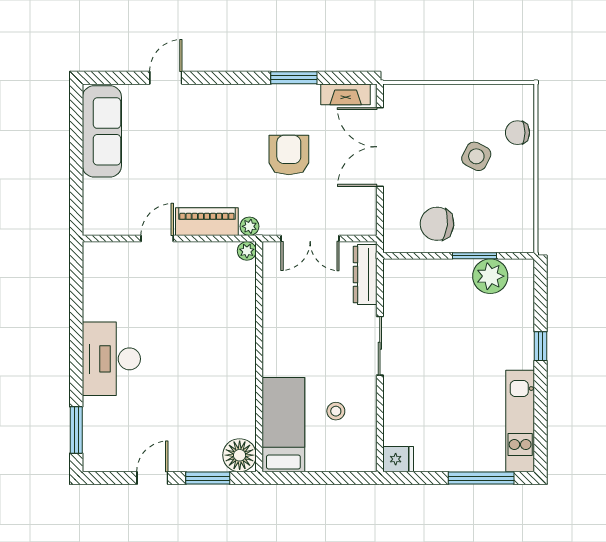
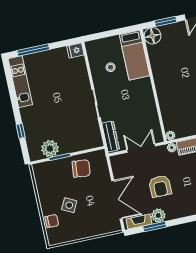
window: (294, 78) -> (155, 227), moved
plant: (305, 98) -> (158, 216), added
window: (541, 346) -> (21, 131), moved

